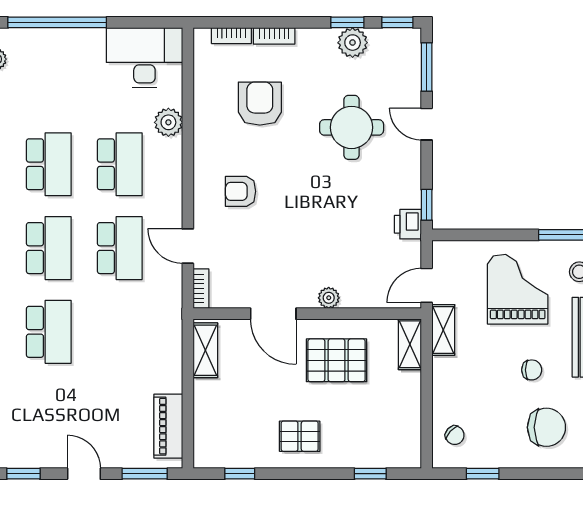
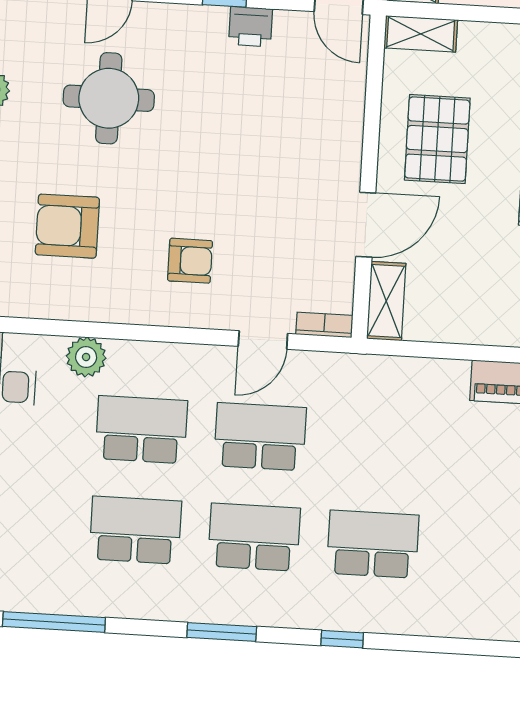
armchair: (241, 191) -> (190, 261), turned -90
plant: (329, 298) -> (348, 145), removed
shelving: (205, 350) -> (386, 301), moved, turned 90

